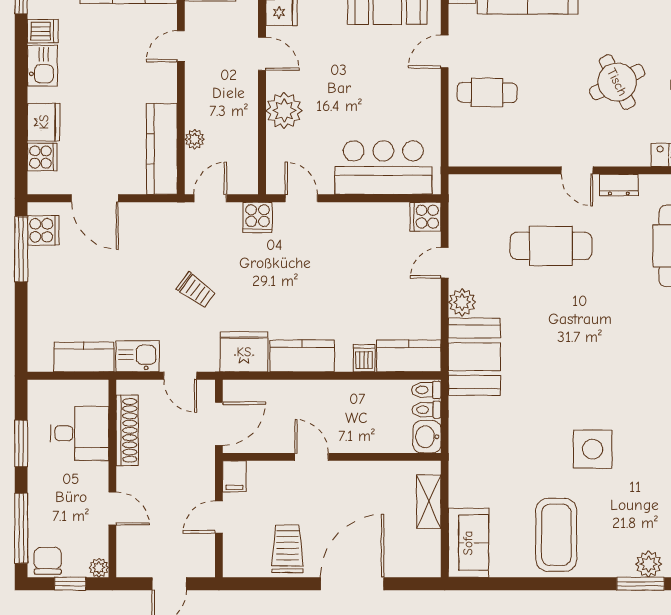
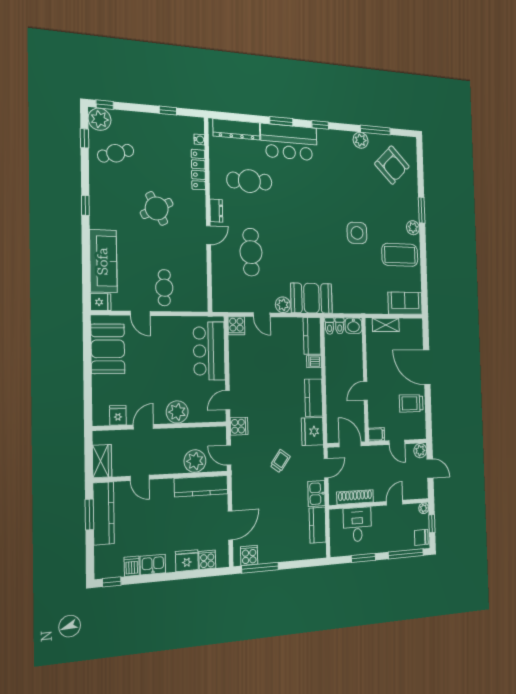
plant: (195, 139) -> (195, 461), width x1.88, depth x1.88
plant: (202, 564) -> (420, 451), added
plant: (649, 564) -> (413, 228), moved

